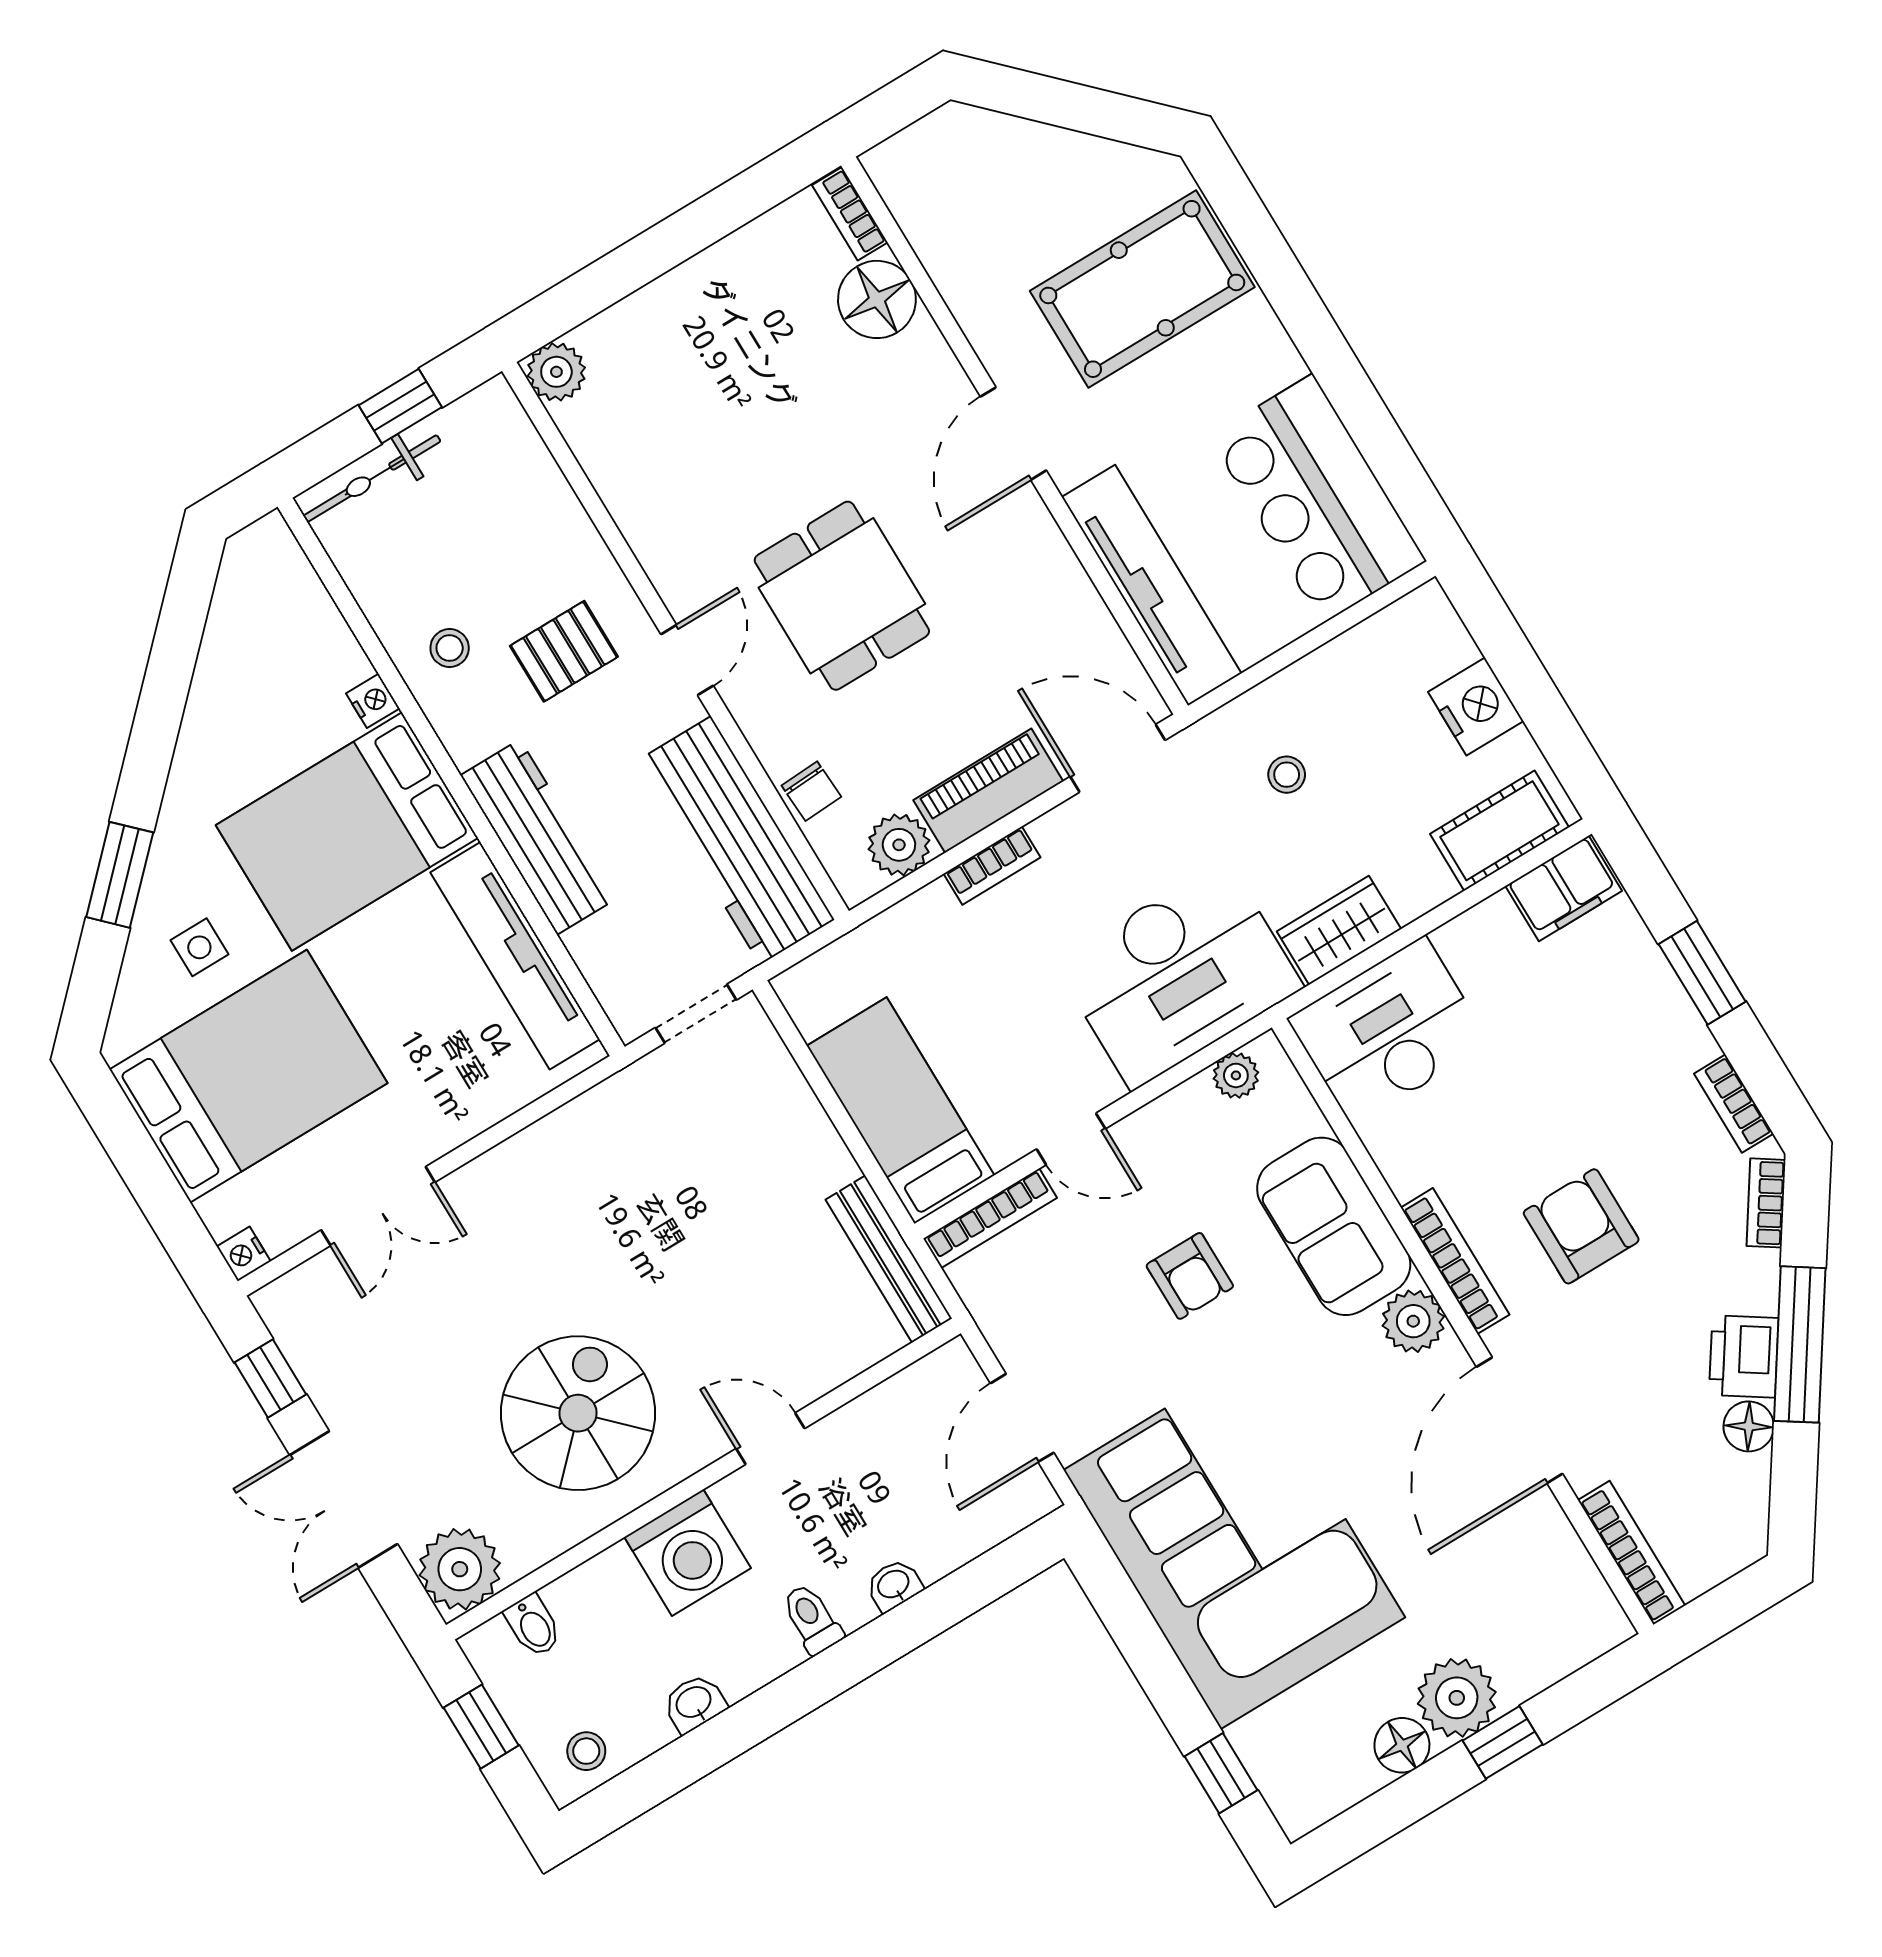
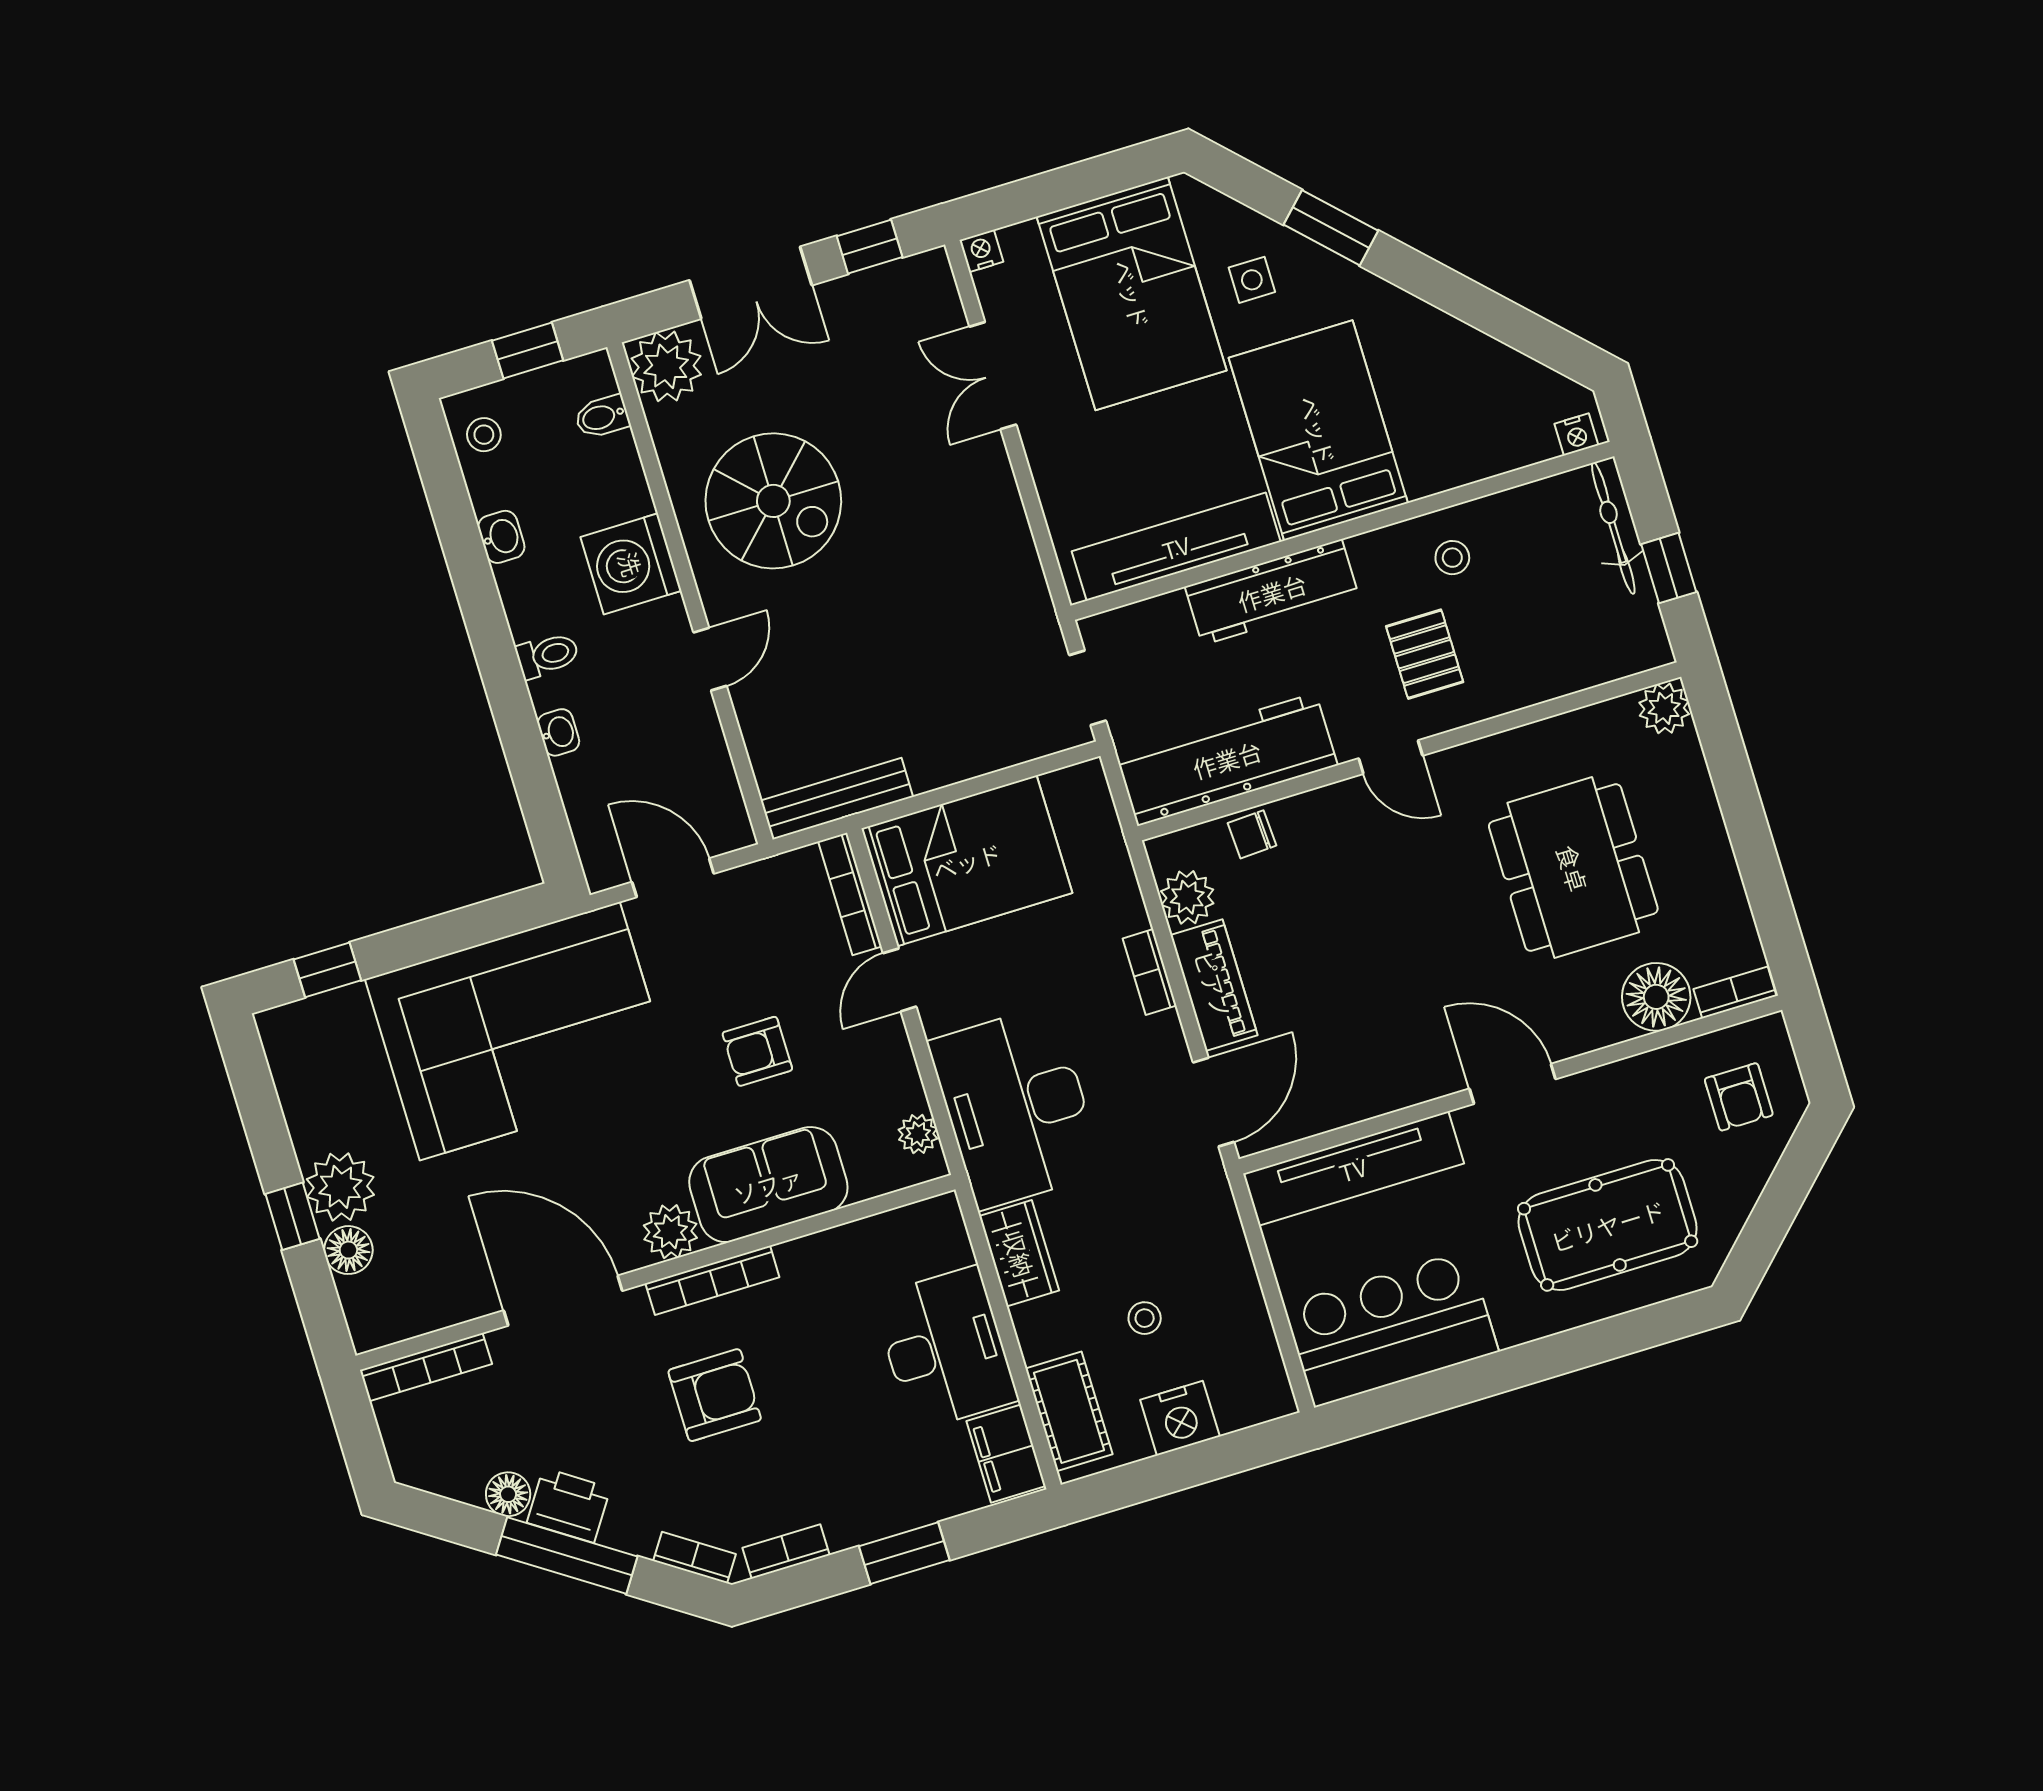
armchair: (964, 180) -> (1739, 1097), added
pool table: (1142, 289) -> (1608, 1225), turned 90
dining table: (842, 596) -> (1573, 868), moved, width x1.37
nightstand: (373, 701) -> (1576, 434), moved
stool: (1287, 775) -> (1145, 1318), moved
desk: (1389, 1031) -> (945, 1349), moved
bed: (901, 1111) -> (967, 861), width x1.50
double door: (344, 1500) -> (751, 283), swing flipped
floor lamp: (1402, 1745) -> (348, 1250), moved

